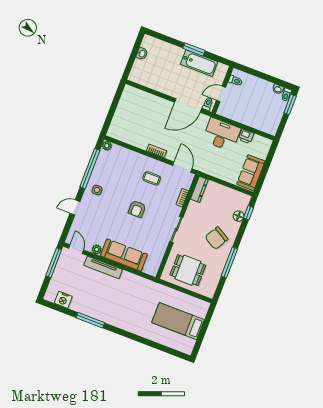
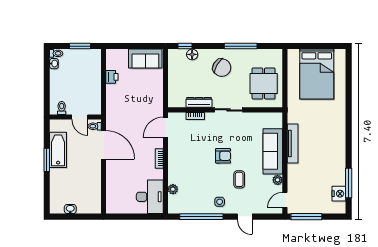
window: (290, 104) -> (80, 46), moved
desk: (222, 134) -> (150, 197), moved, turned 180
plant: (107, 146) -> (173, 189), moved
coffee table: (152, 178) -> (239, 179), moved
dresser: (199, 189) -> (199, 102), moved
tv unit: (103, 267) -> (293, 144), moved
window: (90, 320) -> (349, 183), moved
bed: (178, 321) -> (317, 74), width x1.50

